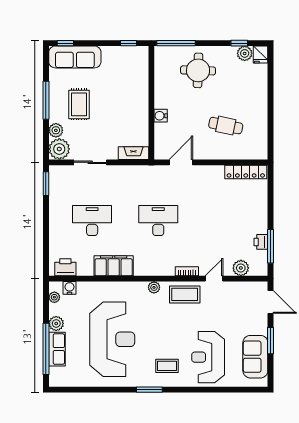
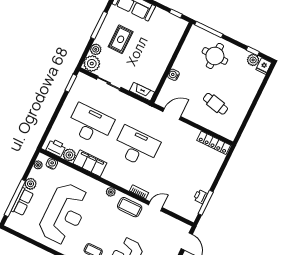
desk: (92, 221) -> (90, 124), width x1.36, depth x1.30
desk: (158, 221) -> (136, 147), width x1.36, depth x1.30
plant: (241, 268) -> (69, 155), moved

